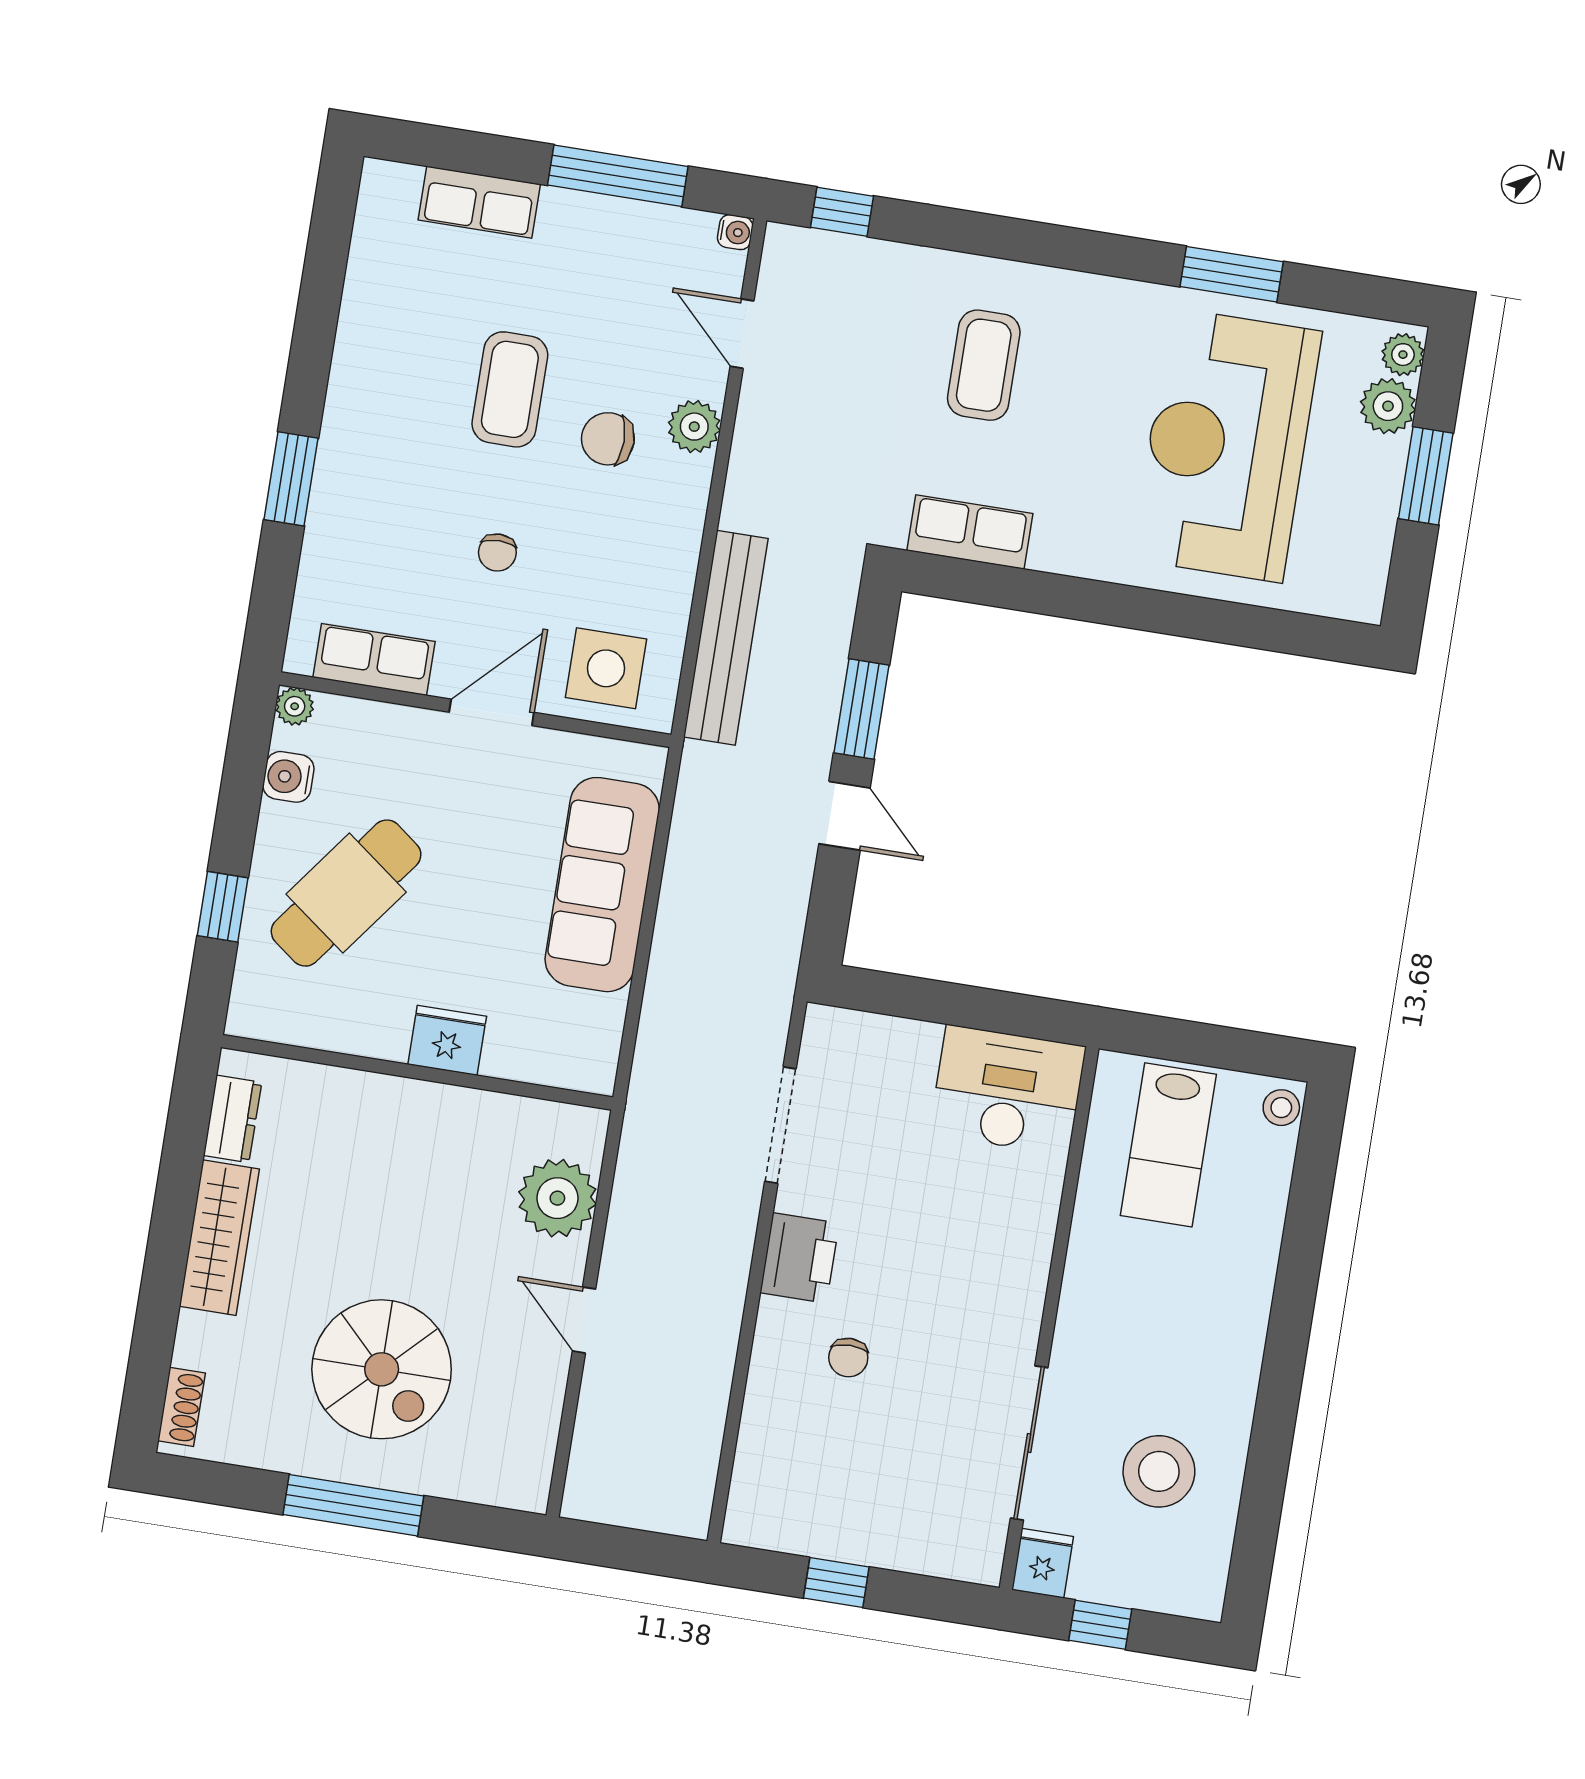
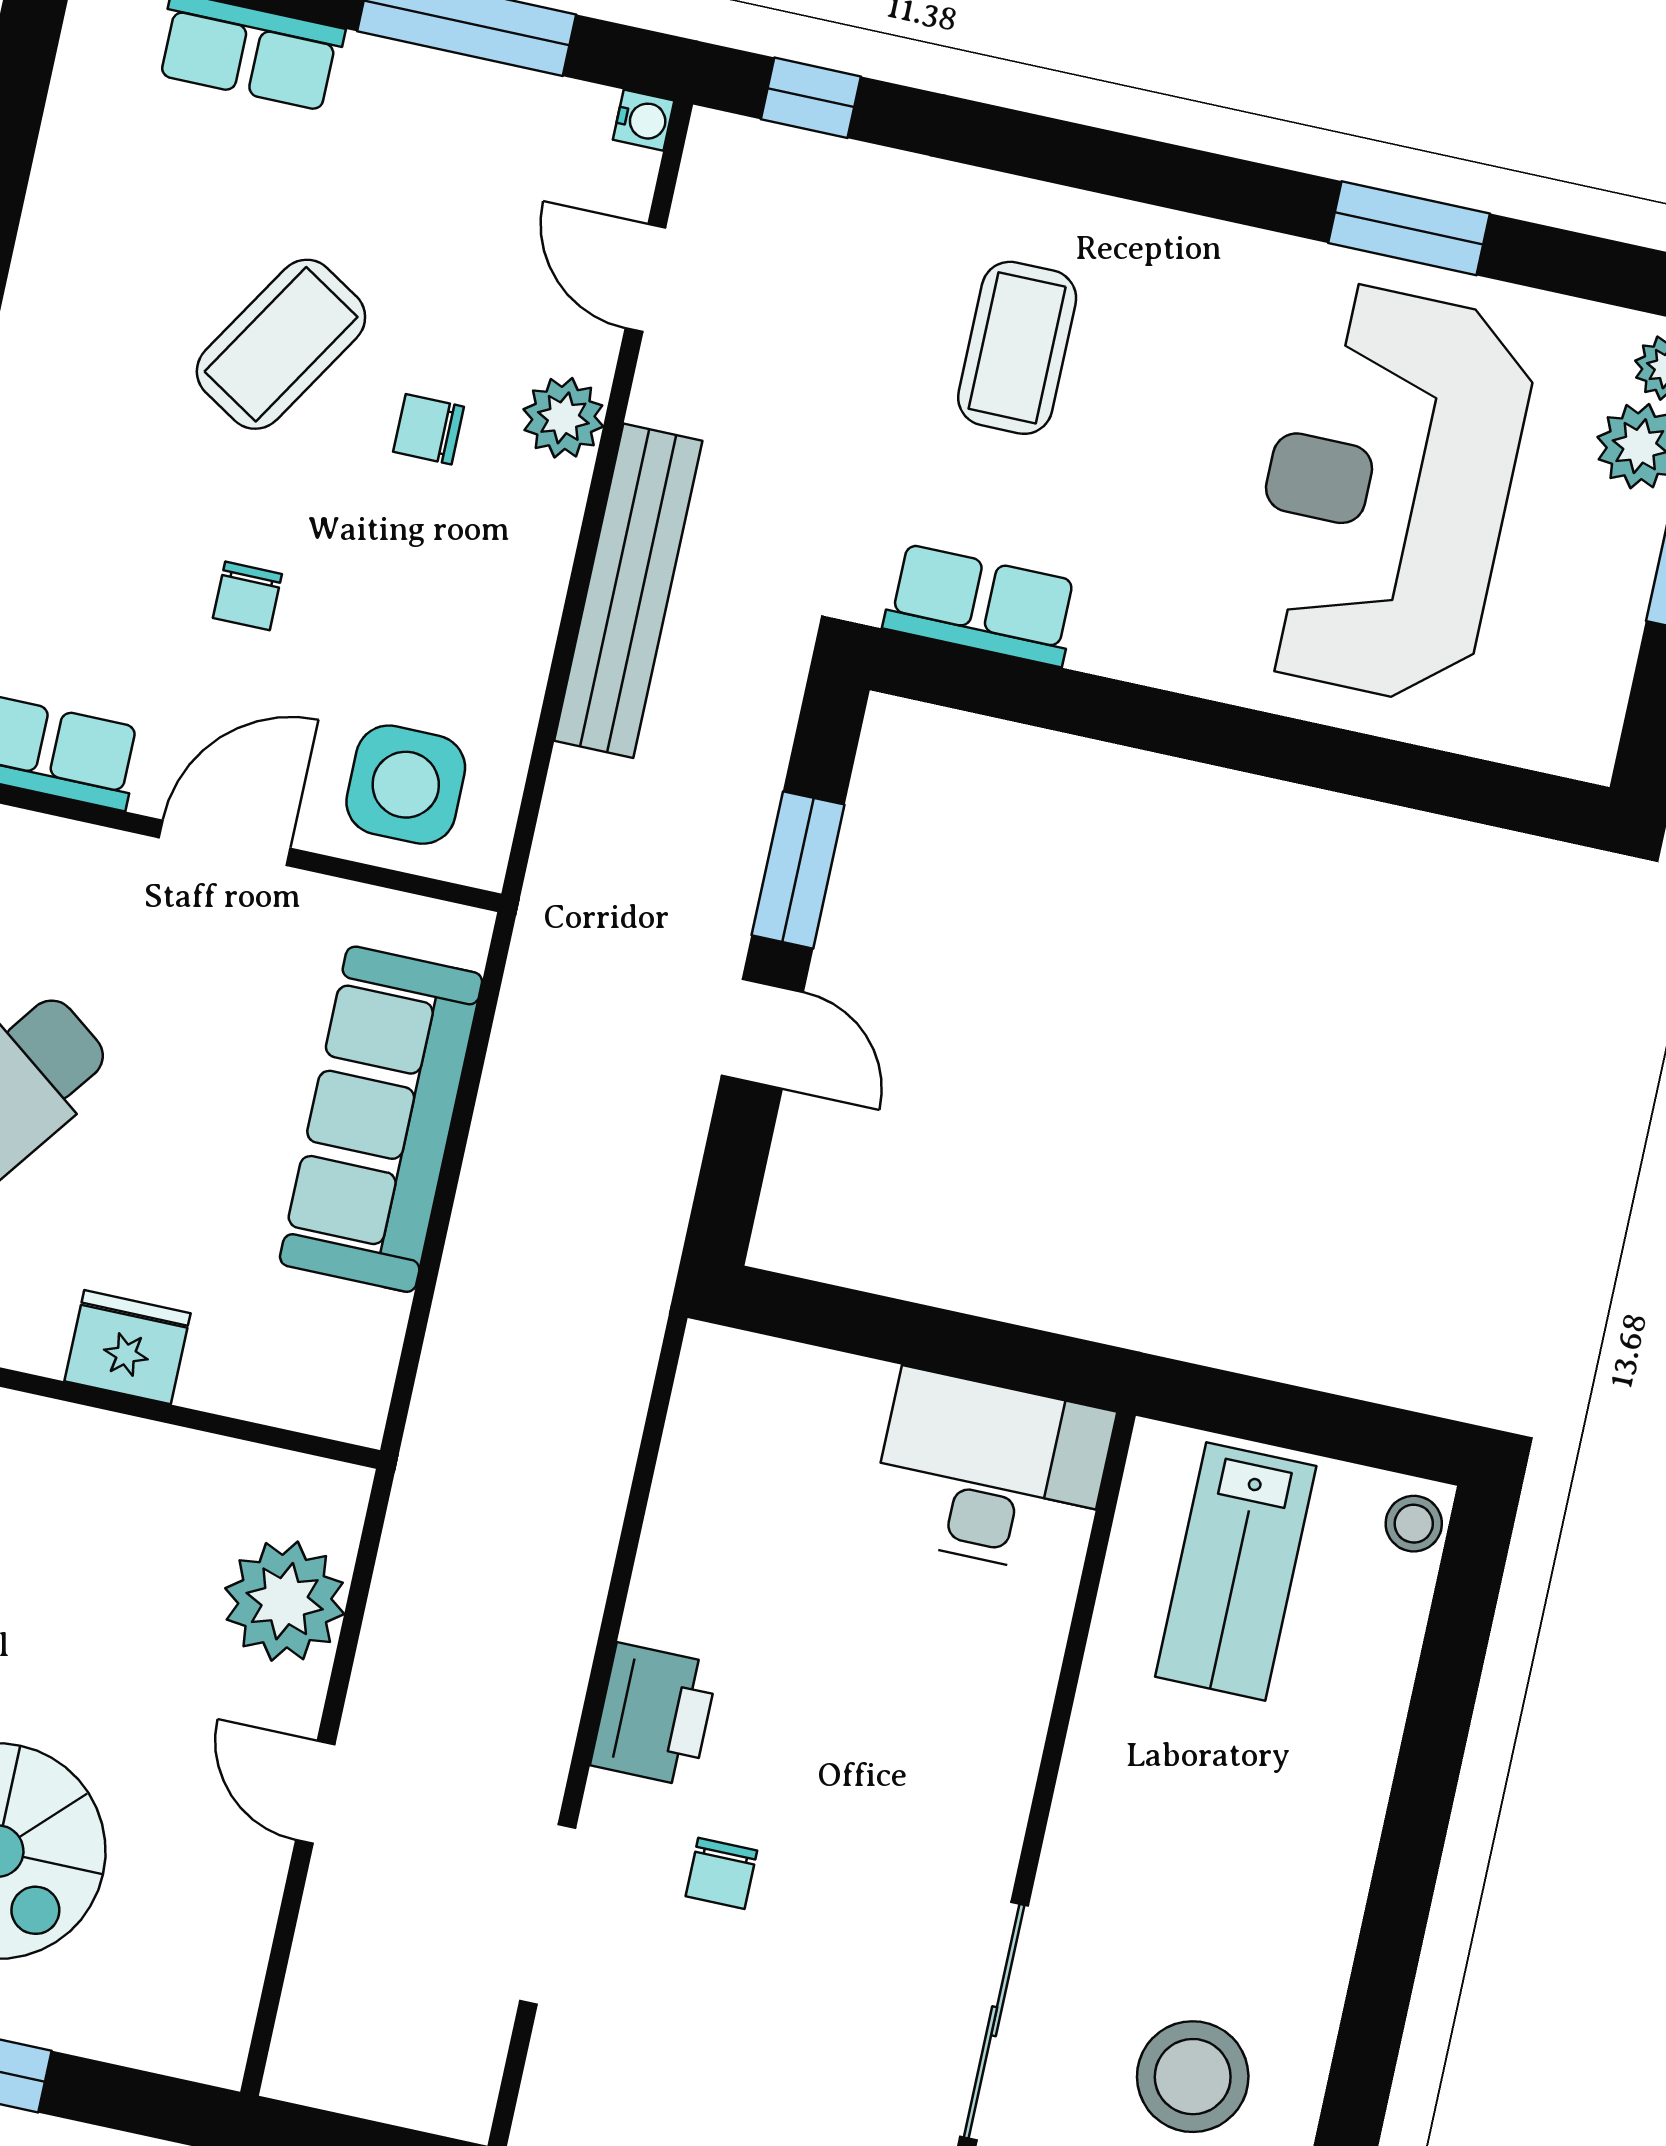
coffee table: (510, 389) -> (281, 344), turned 32
chair: (608, 439) -> (429, 429), width x0.73, depth x0.73
bench: (726, 638) -> (628, 591), moved
doorway: (780, 1125) -> (548, 1915), moved

